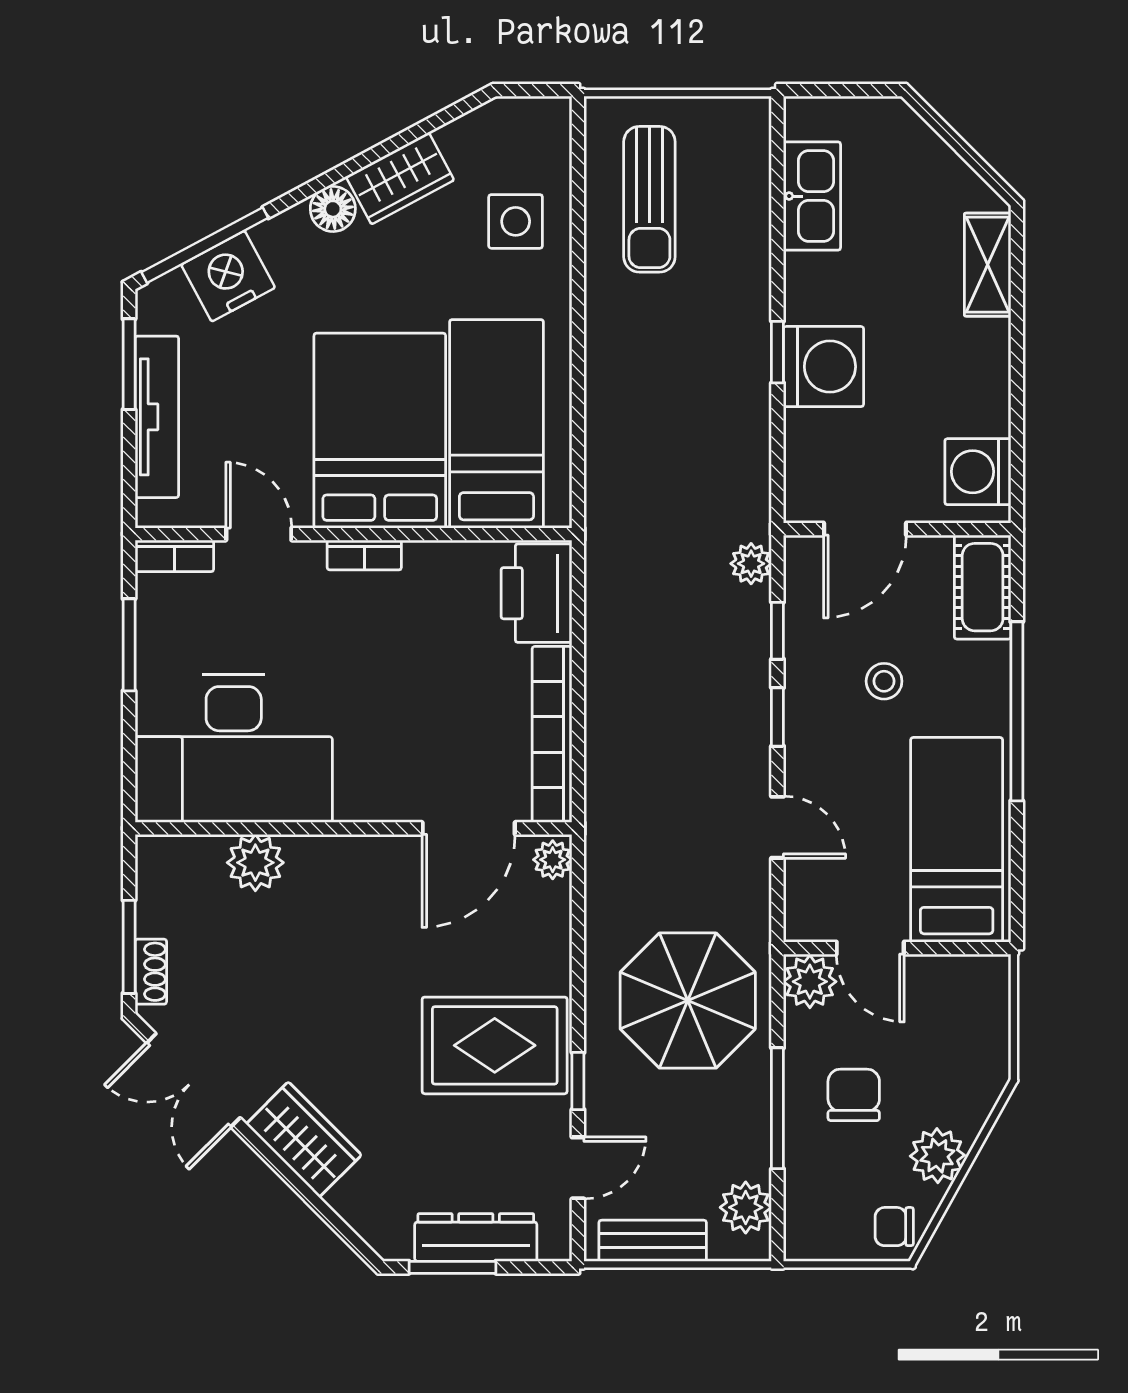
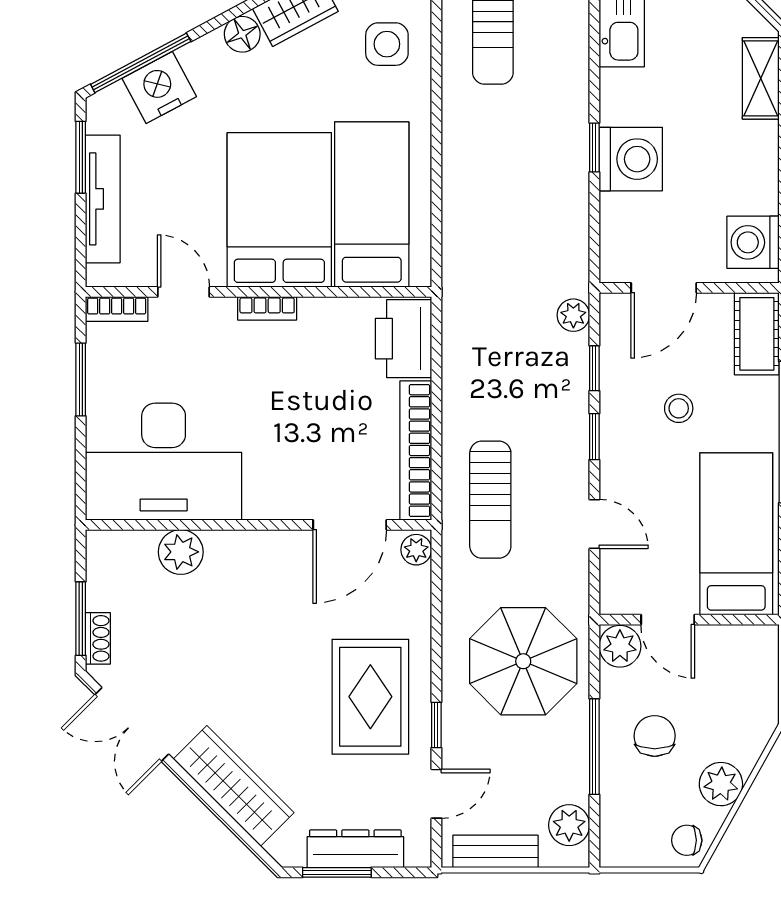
sun lounger: (646, 797) -> (490, 500), added
rug: (495, 1045) -> (370, 697), turned 90
wardrobe: (304, 1140) -> (234, 786), width x1.50

